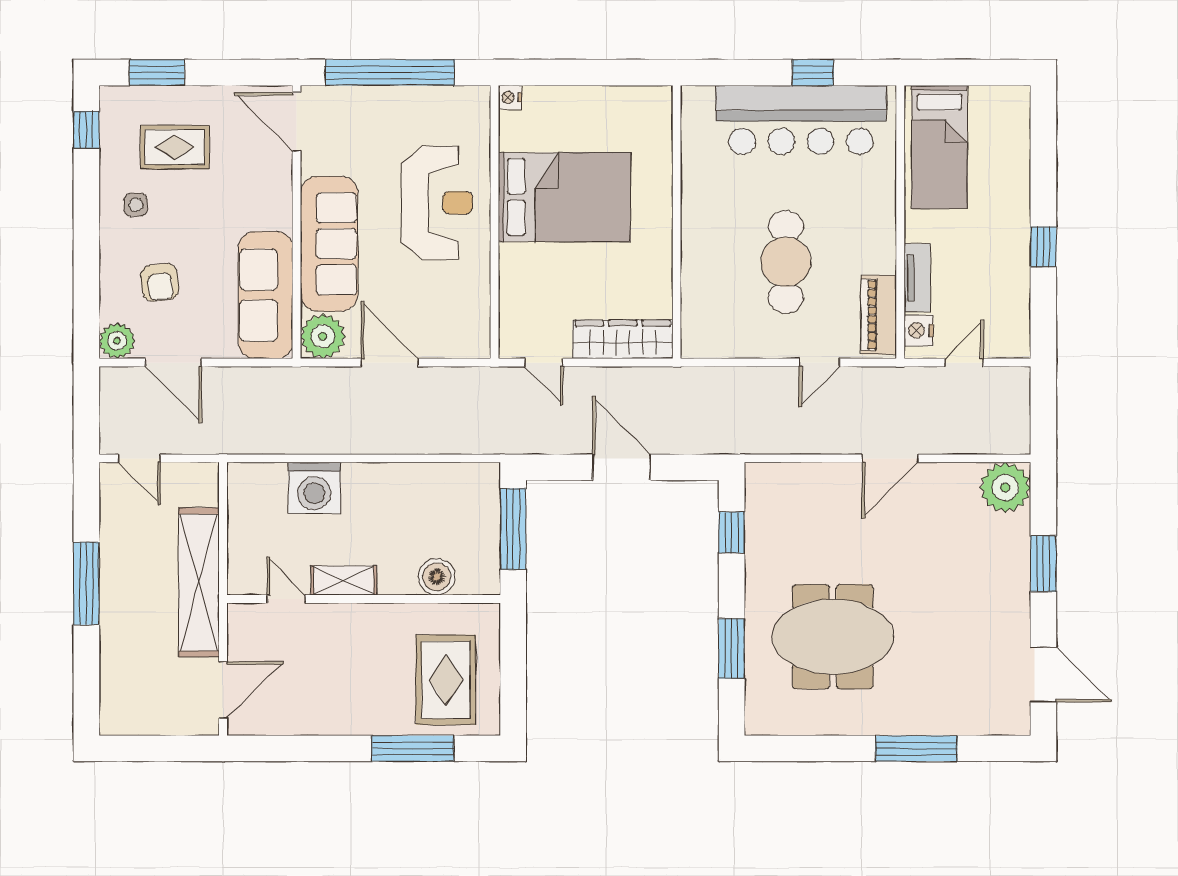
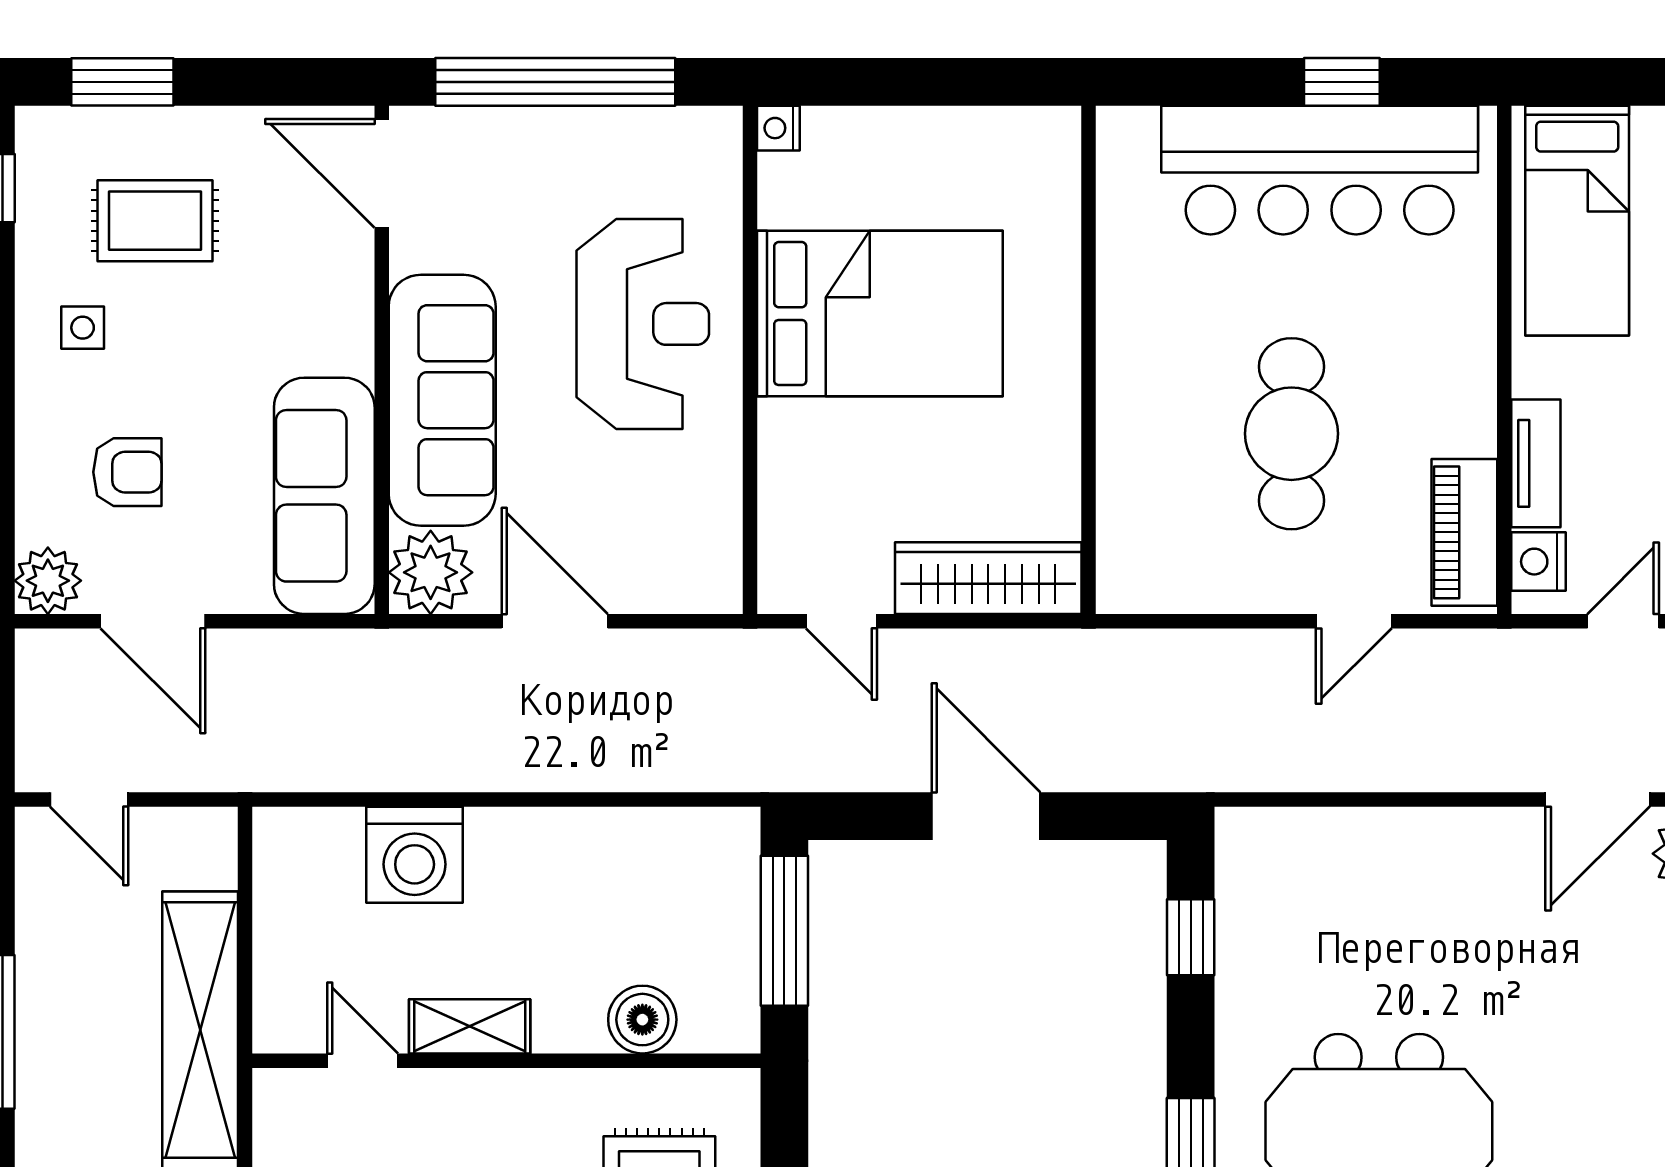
armchair: (160, 282) -> (127, 472), turned -83
door: (890, 458) -> (1598, 799), moved

